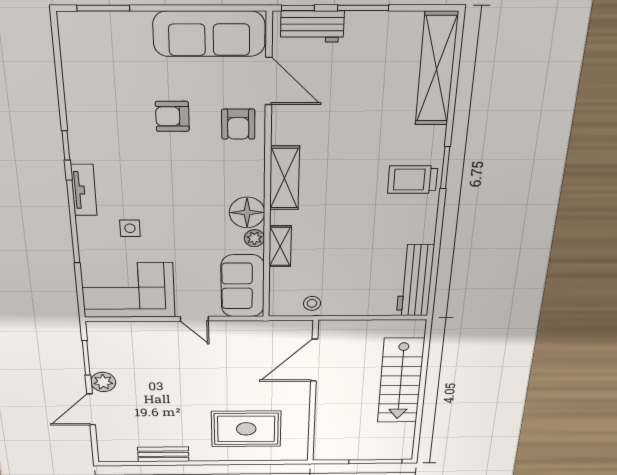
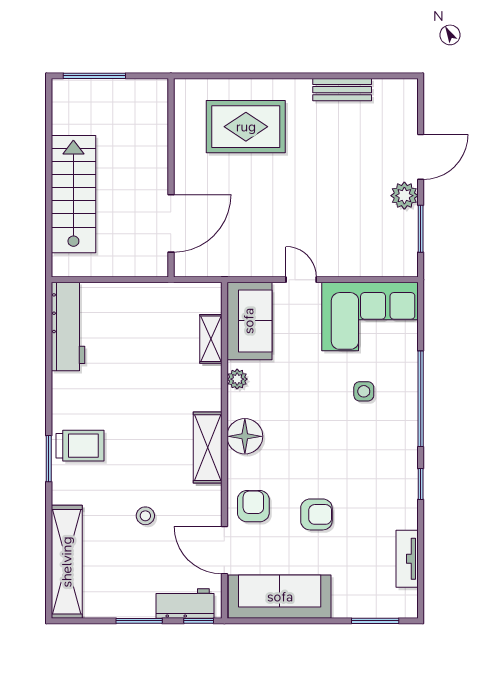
tv unit: (84, 190) -> (407, 559), moved
floor lamp: (247, 212) -> (245, 436), moved
shelving: (280, 246) -> (211, 339), moved
stool: (312, 303) -> (145, 516), moved

